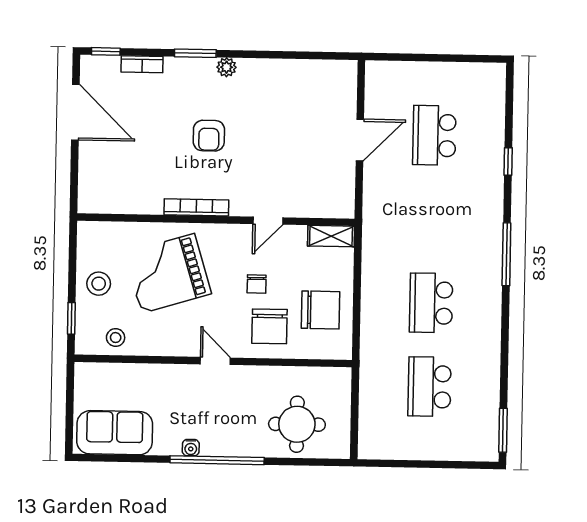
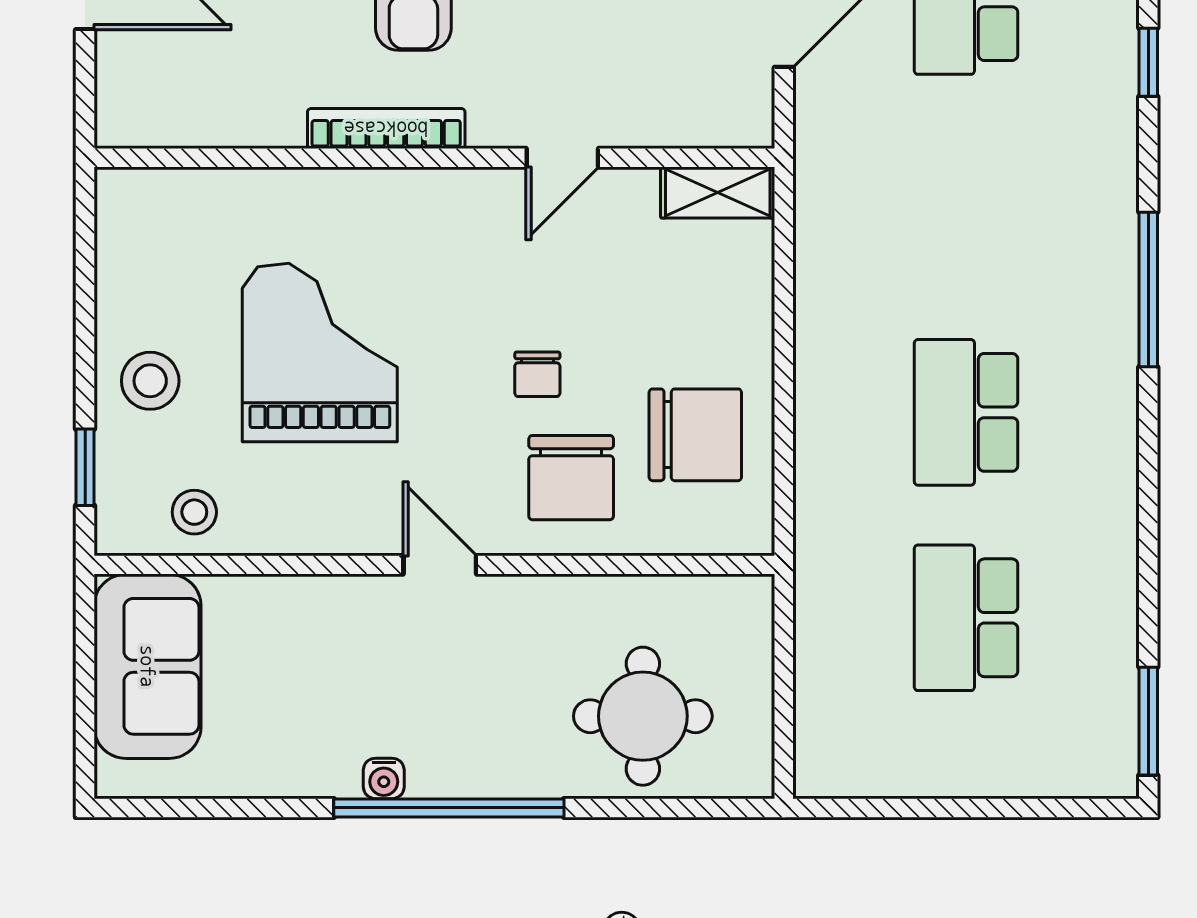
bookcase: (196, 207) -> (386, 129), moved
wall: (216, 220) -> (434, 158), moved
door: (268, 221) -> (562, 158), moved
shelving: (331, 236) -> (718, 193), moved
grand piano: (168, 273) -> (320, 352), turned 107
sofa: (115, 433) -> (148, 666), moved, turned 90

